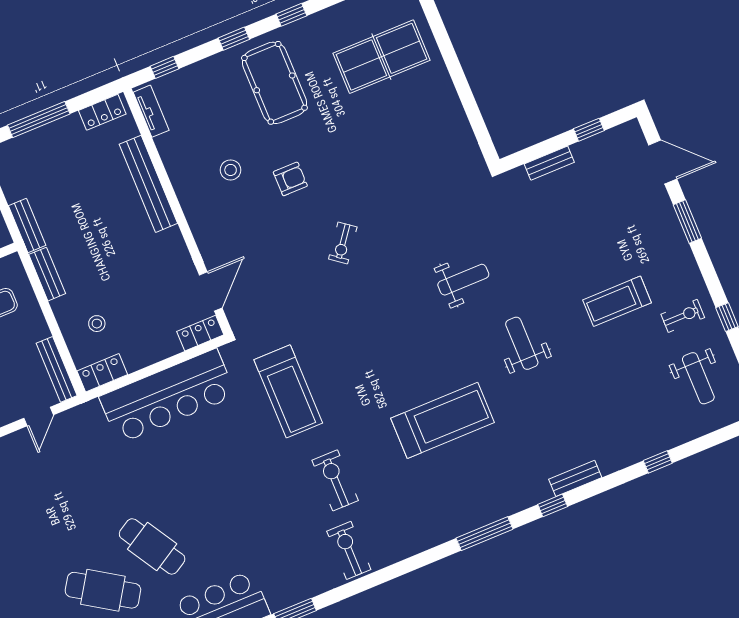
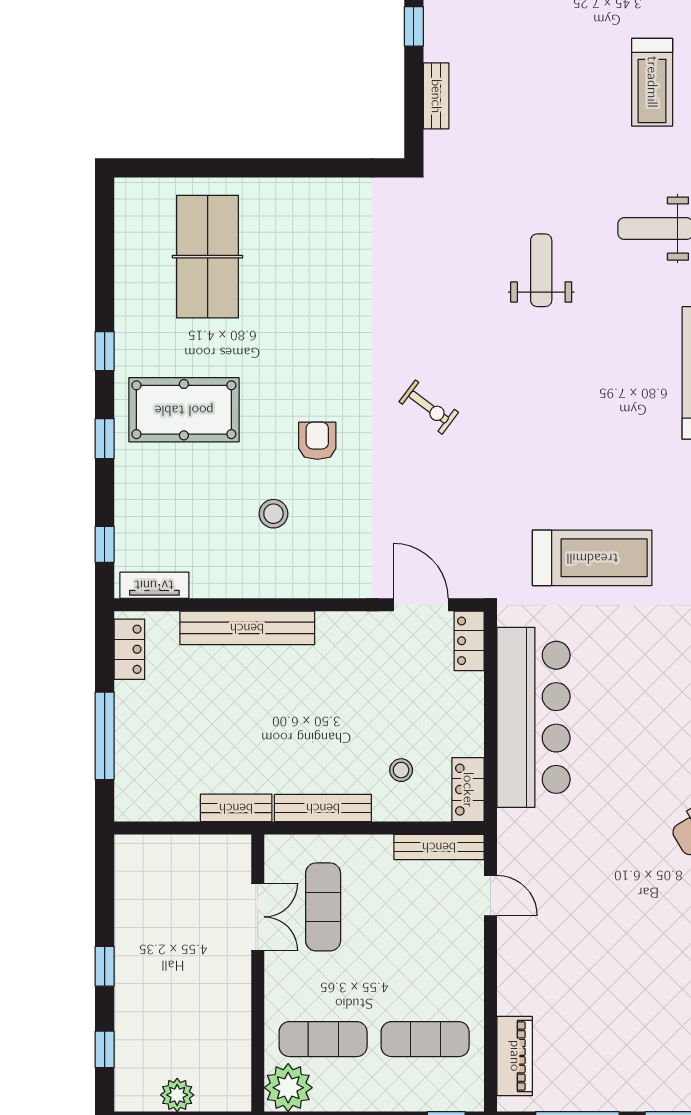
bench: (47, 274) -> (323, 808), width x1.36

